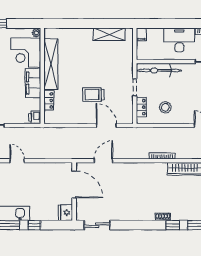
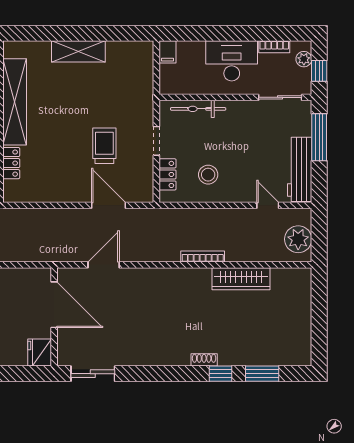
shelving: (109, 34) -> (78, 51), moved
bicycle: (159, 70) -> (198, 109), width x0.73, depth x0.71
trolley: (93, 95) -> (104, 146), moved, turned 90

